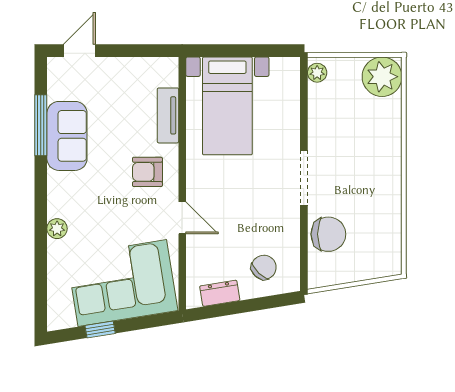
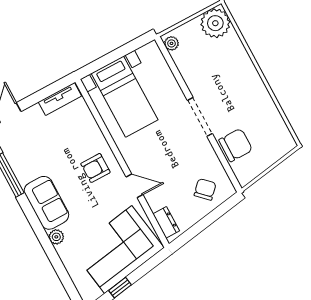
tv unit: (168, 115) -> (60, 99), moved, turned -90
sofa: (67, 136) -> (46, 203), moved
dresser: (220, 293) -> (166, 222), moved, turned 99

